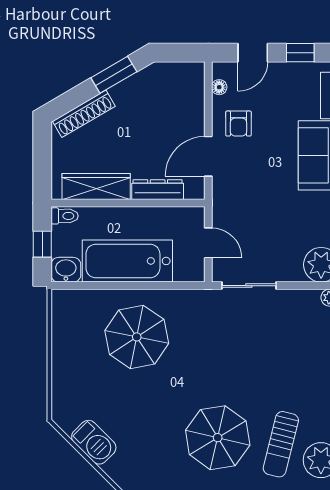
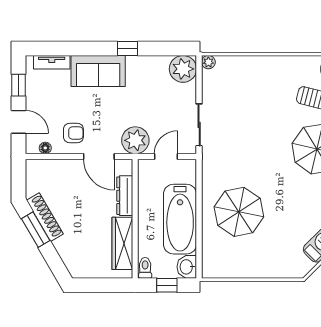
shoe rack: (84, 114) -> (45, 217), moved
plant: (229, 203) -> (135, 140), added

